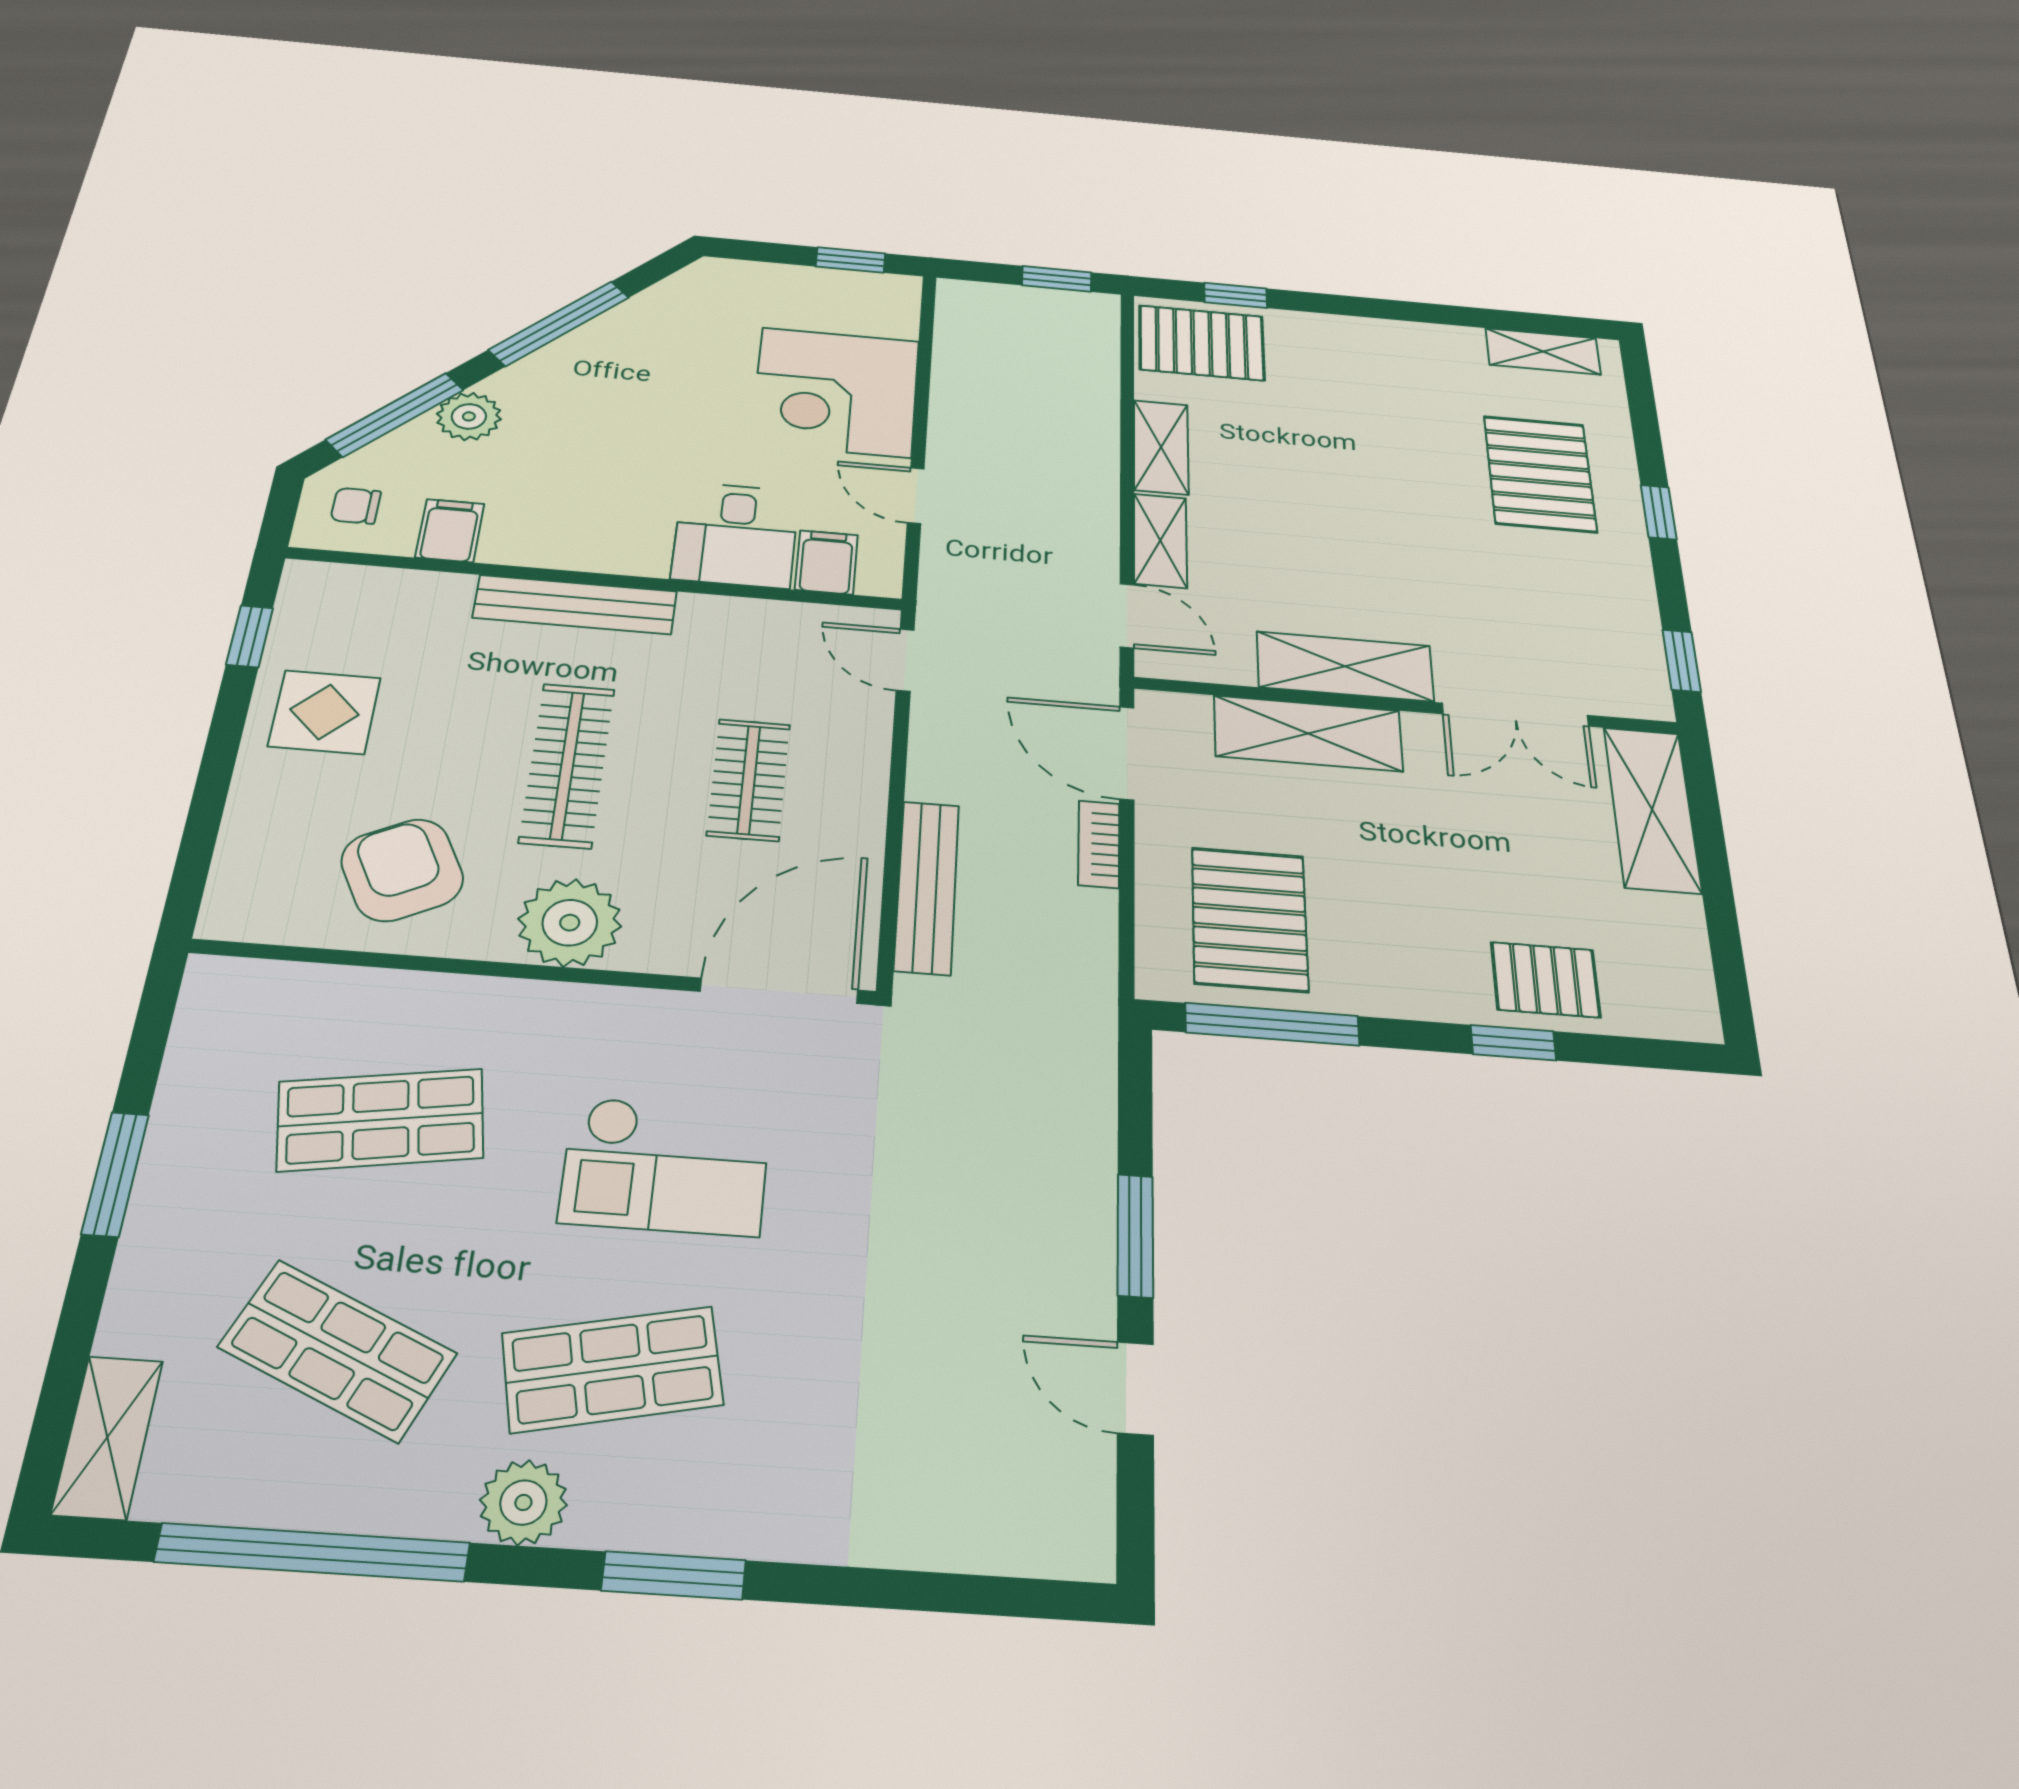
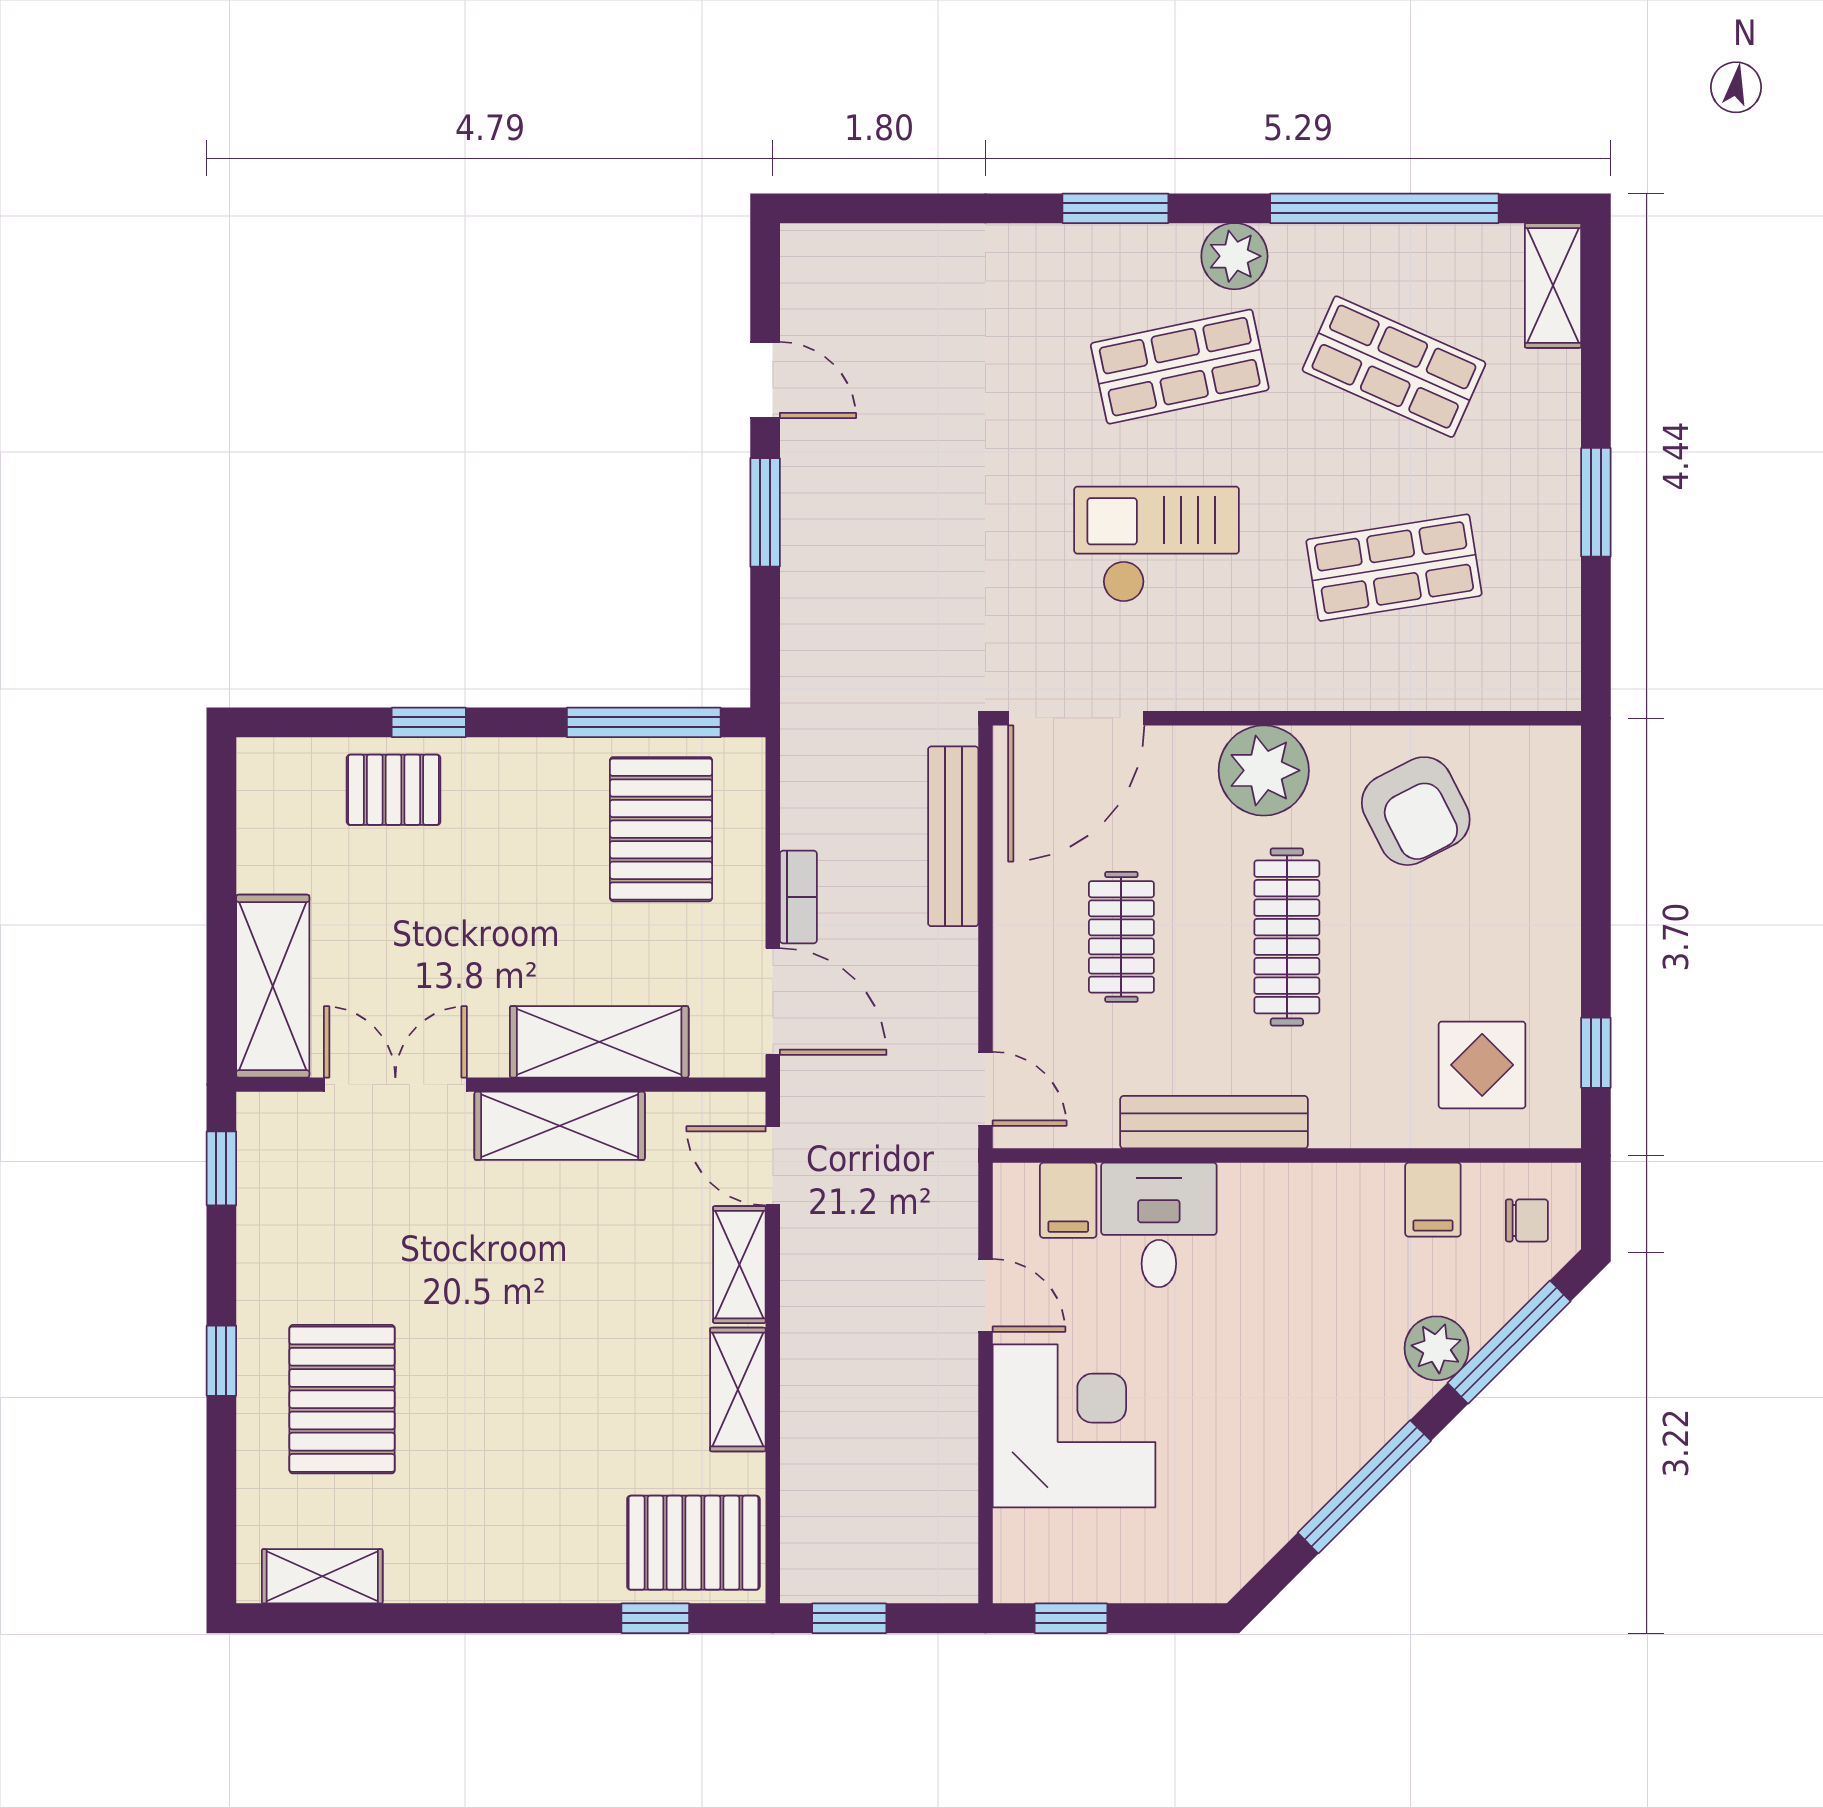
bench: (575, 605) -> (1214, 1122), moved
display table: (324, 712) -> (1482, 1065), moved

